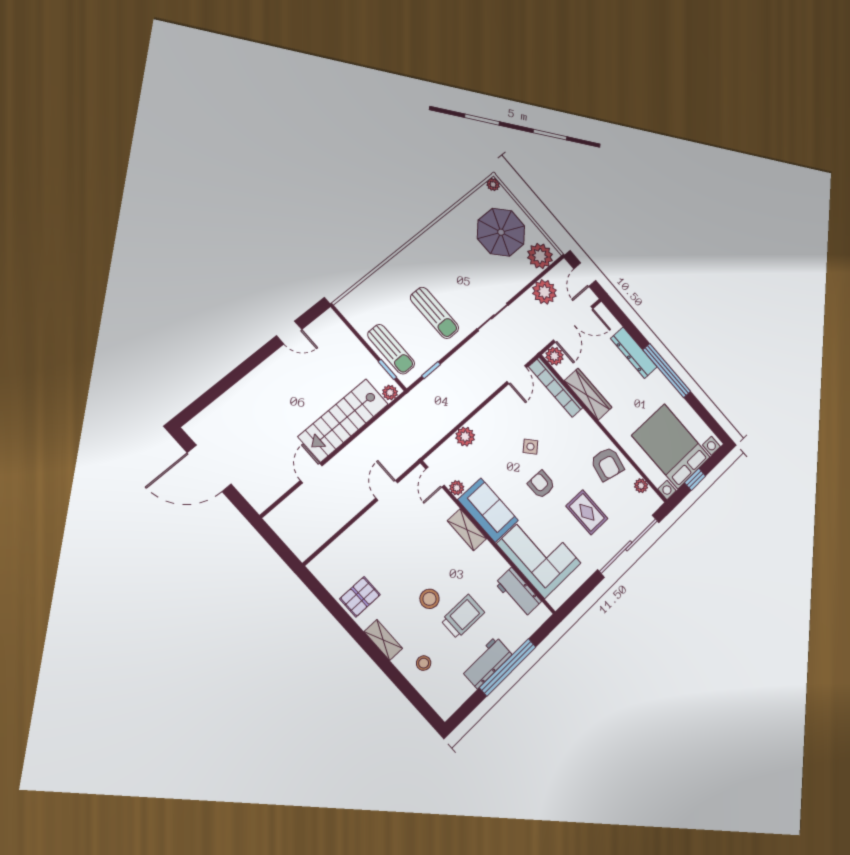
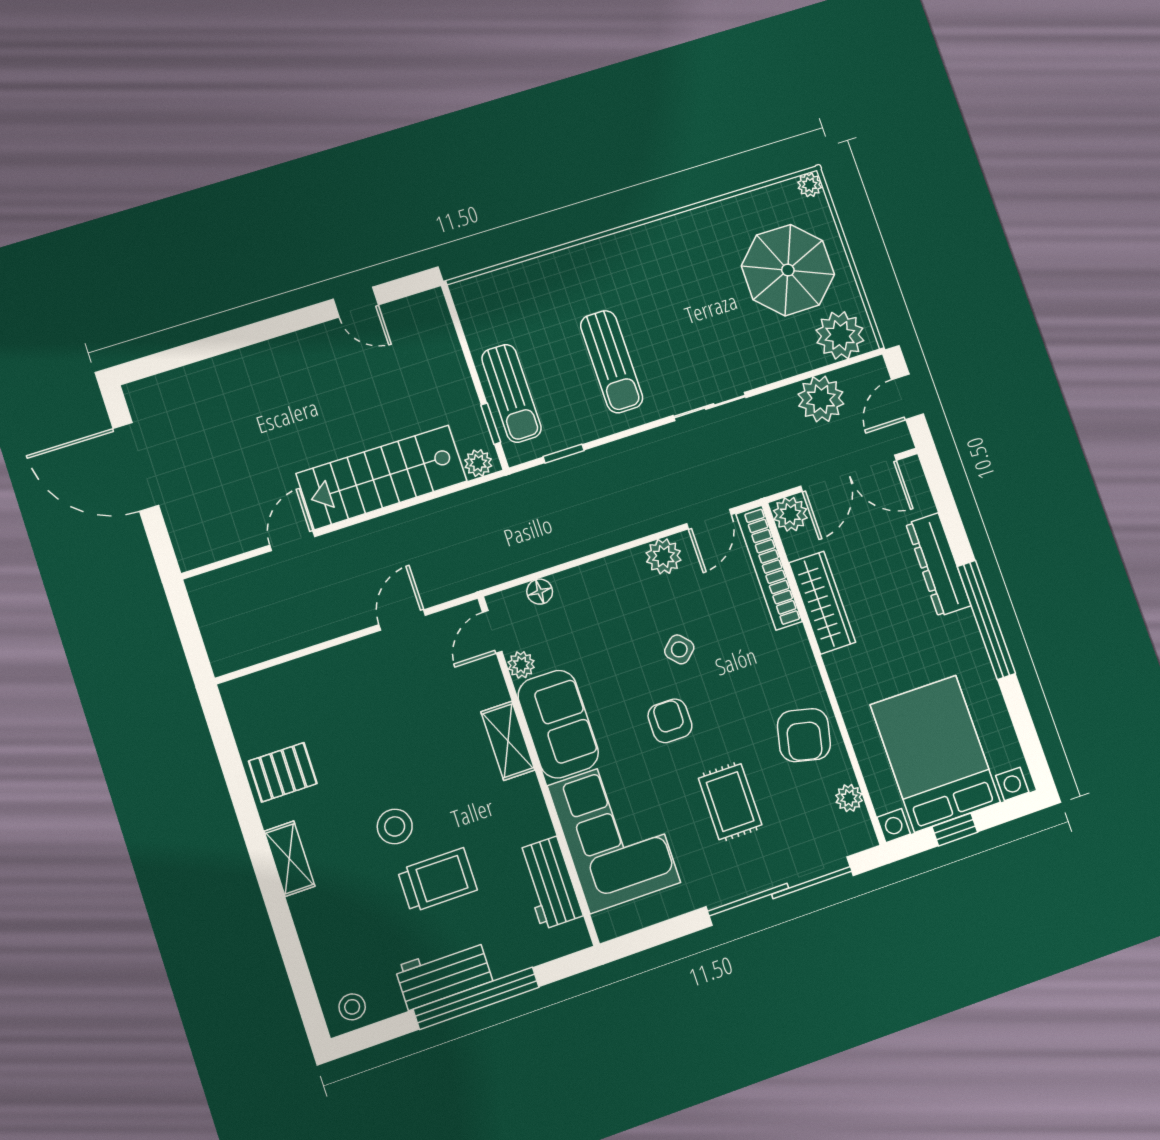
plant: (465, 437) -> (664, 556), moved
floor lamp: (450, 446) -> (540, 592), added
stool: (424, 663) -> (352, 1007), moved

